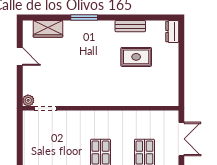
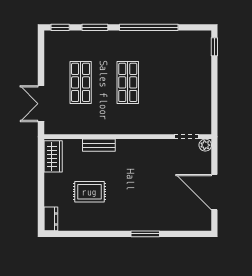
bench: (130, 26) -> (99, 145), moved
wardrobe: (48, 29) -> (53, 156), moved, turned 90
door: (20, 56) -> (214, 192), width x1.88

